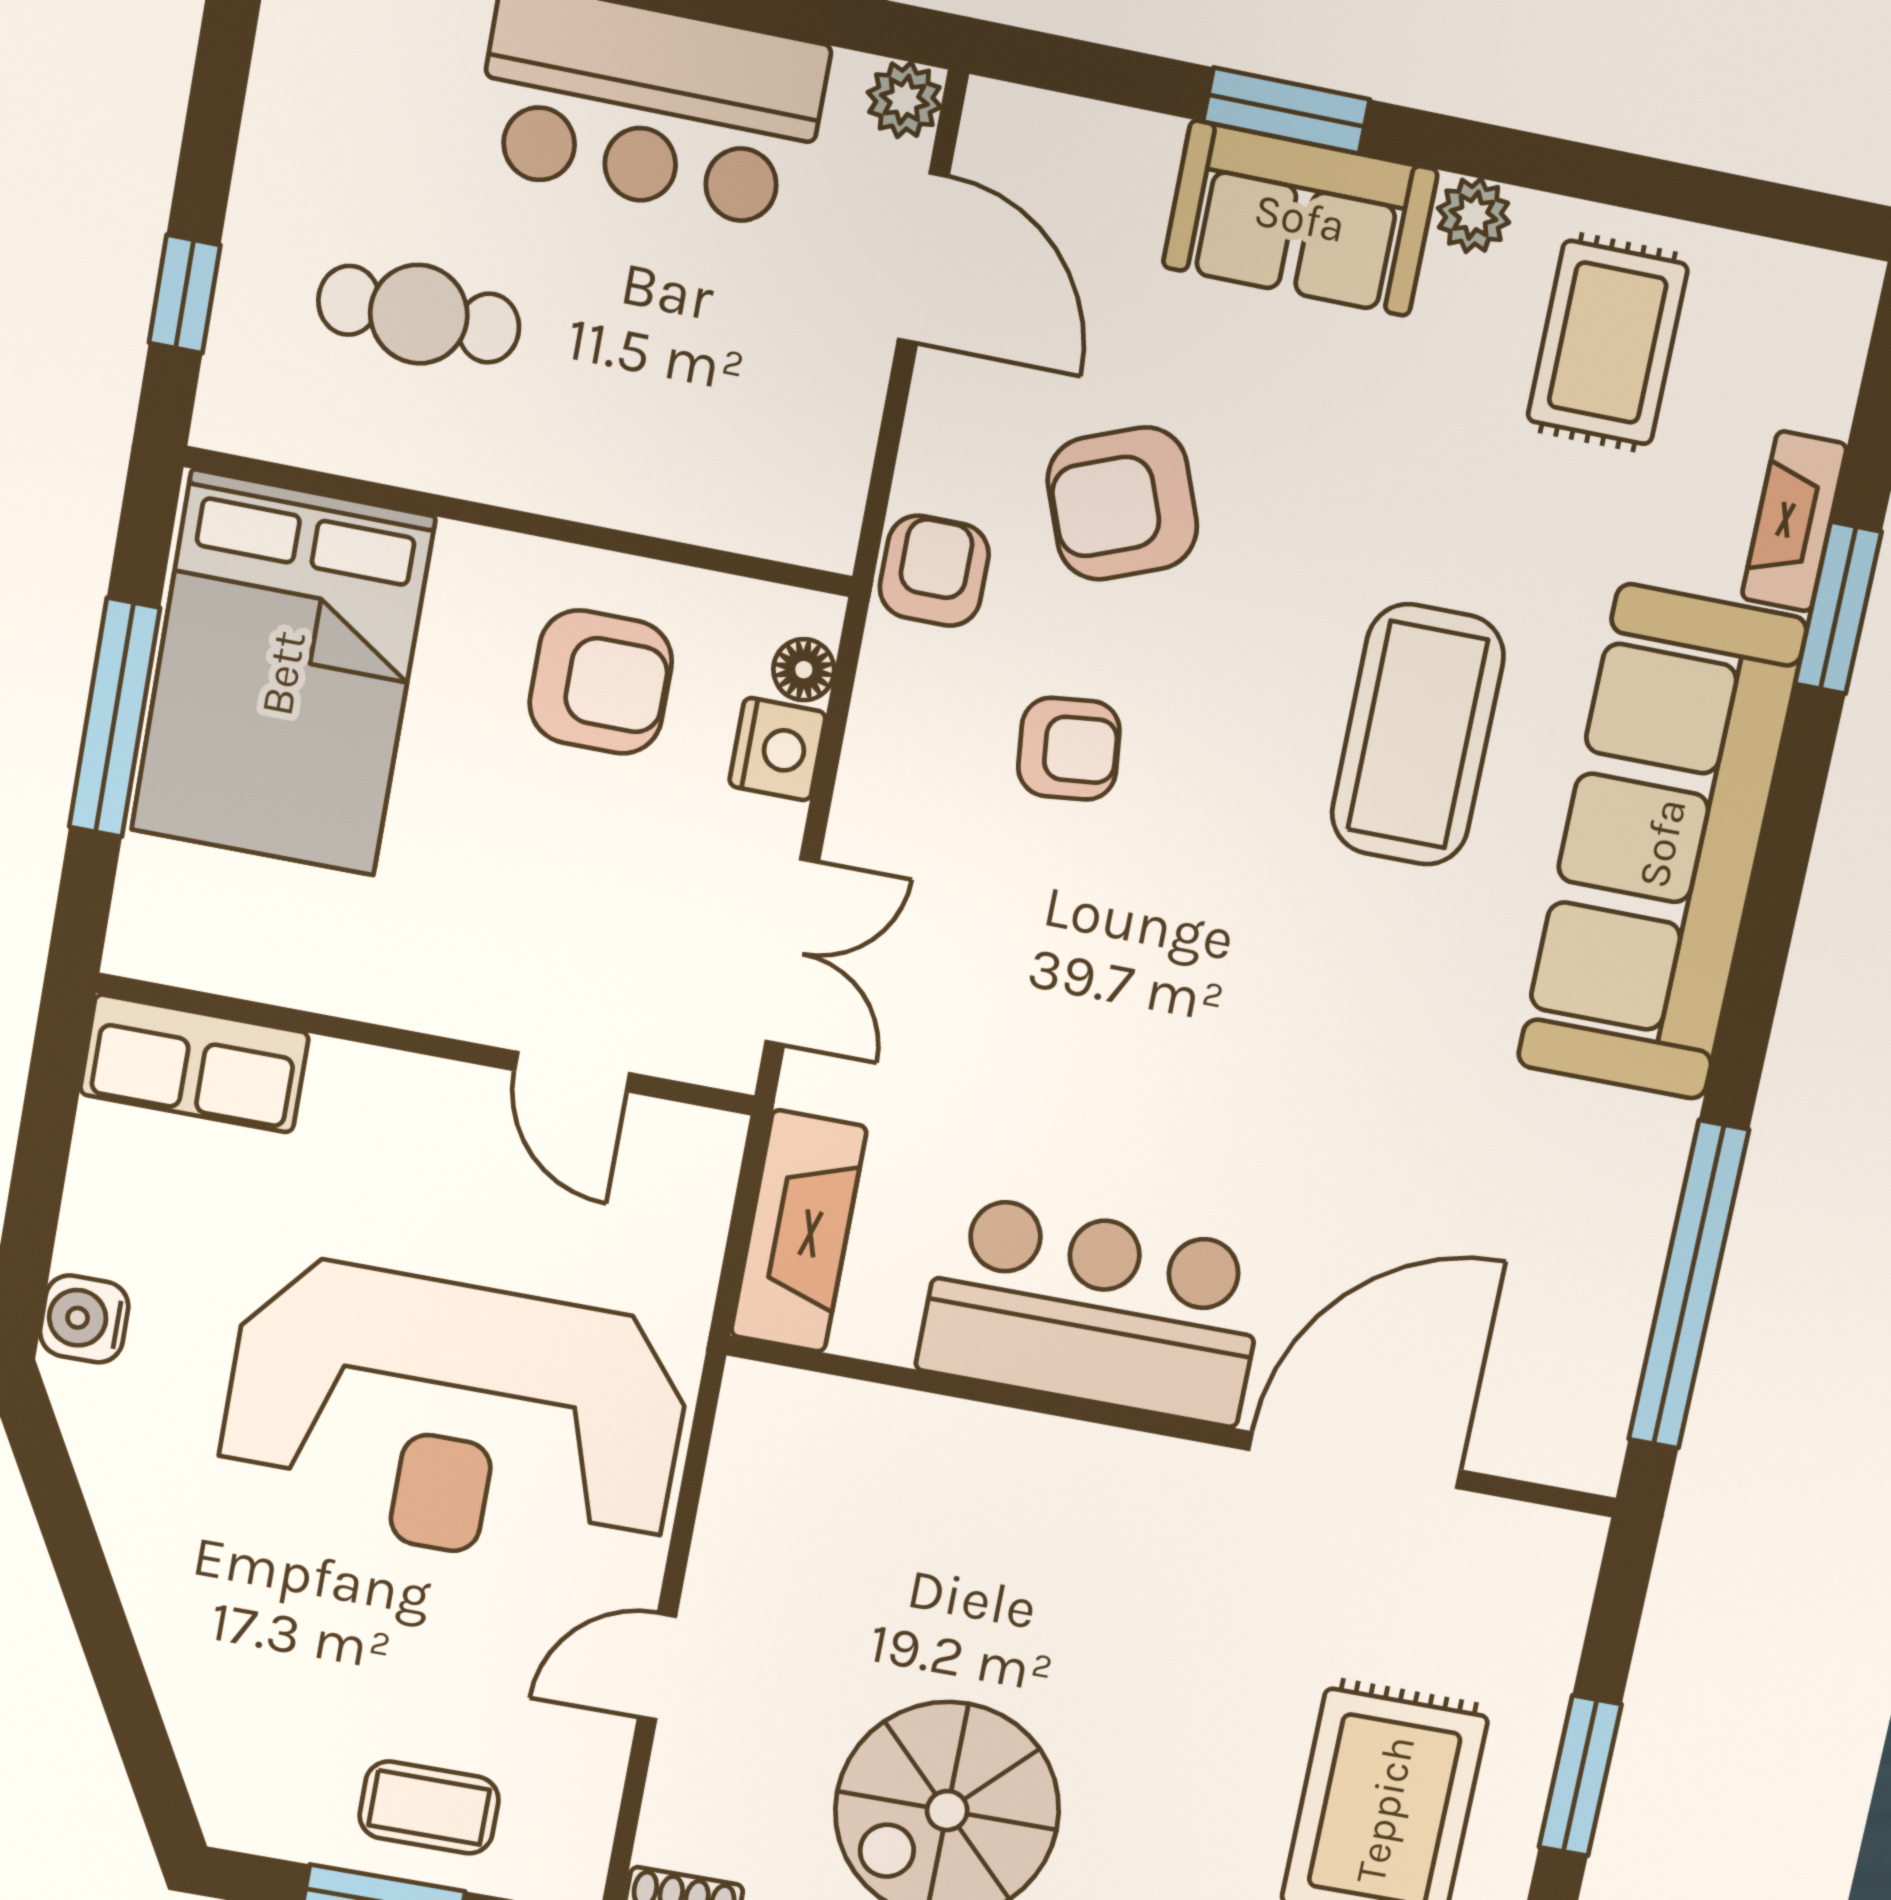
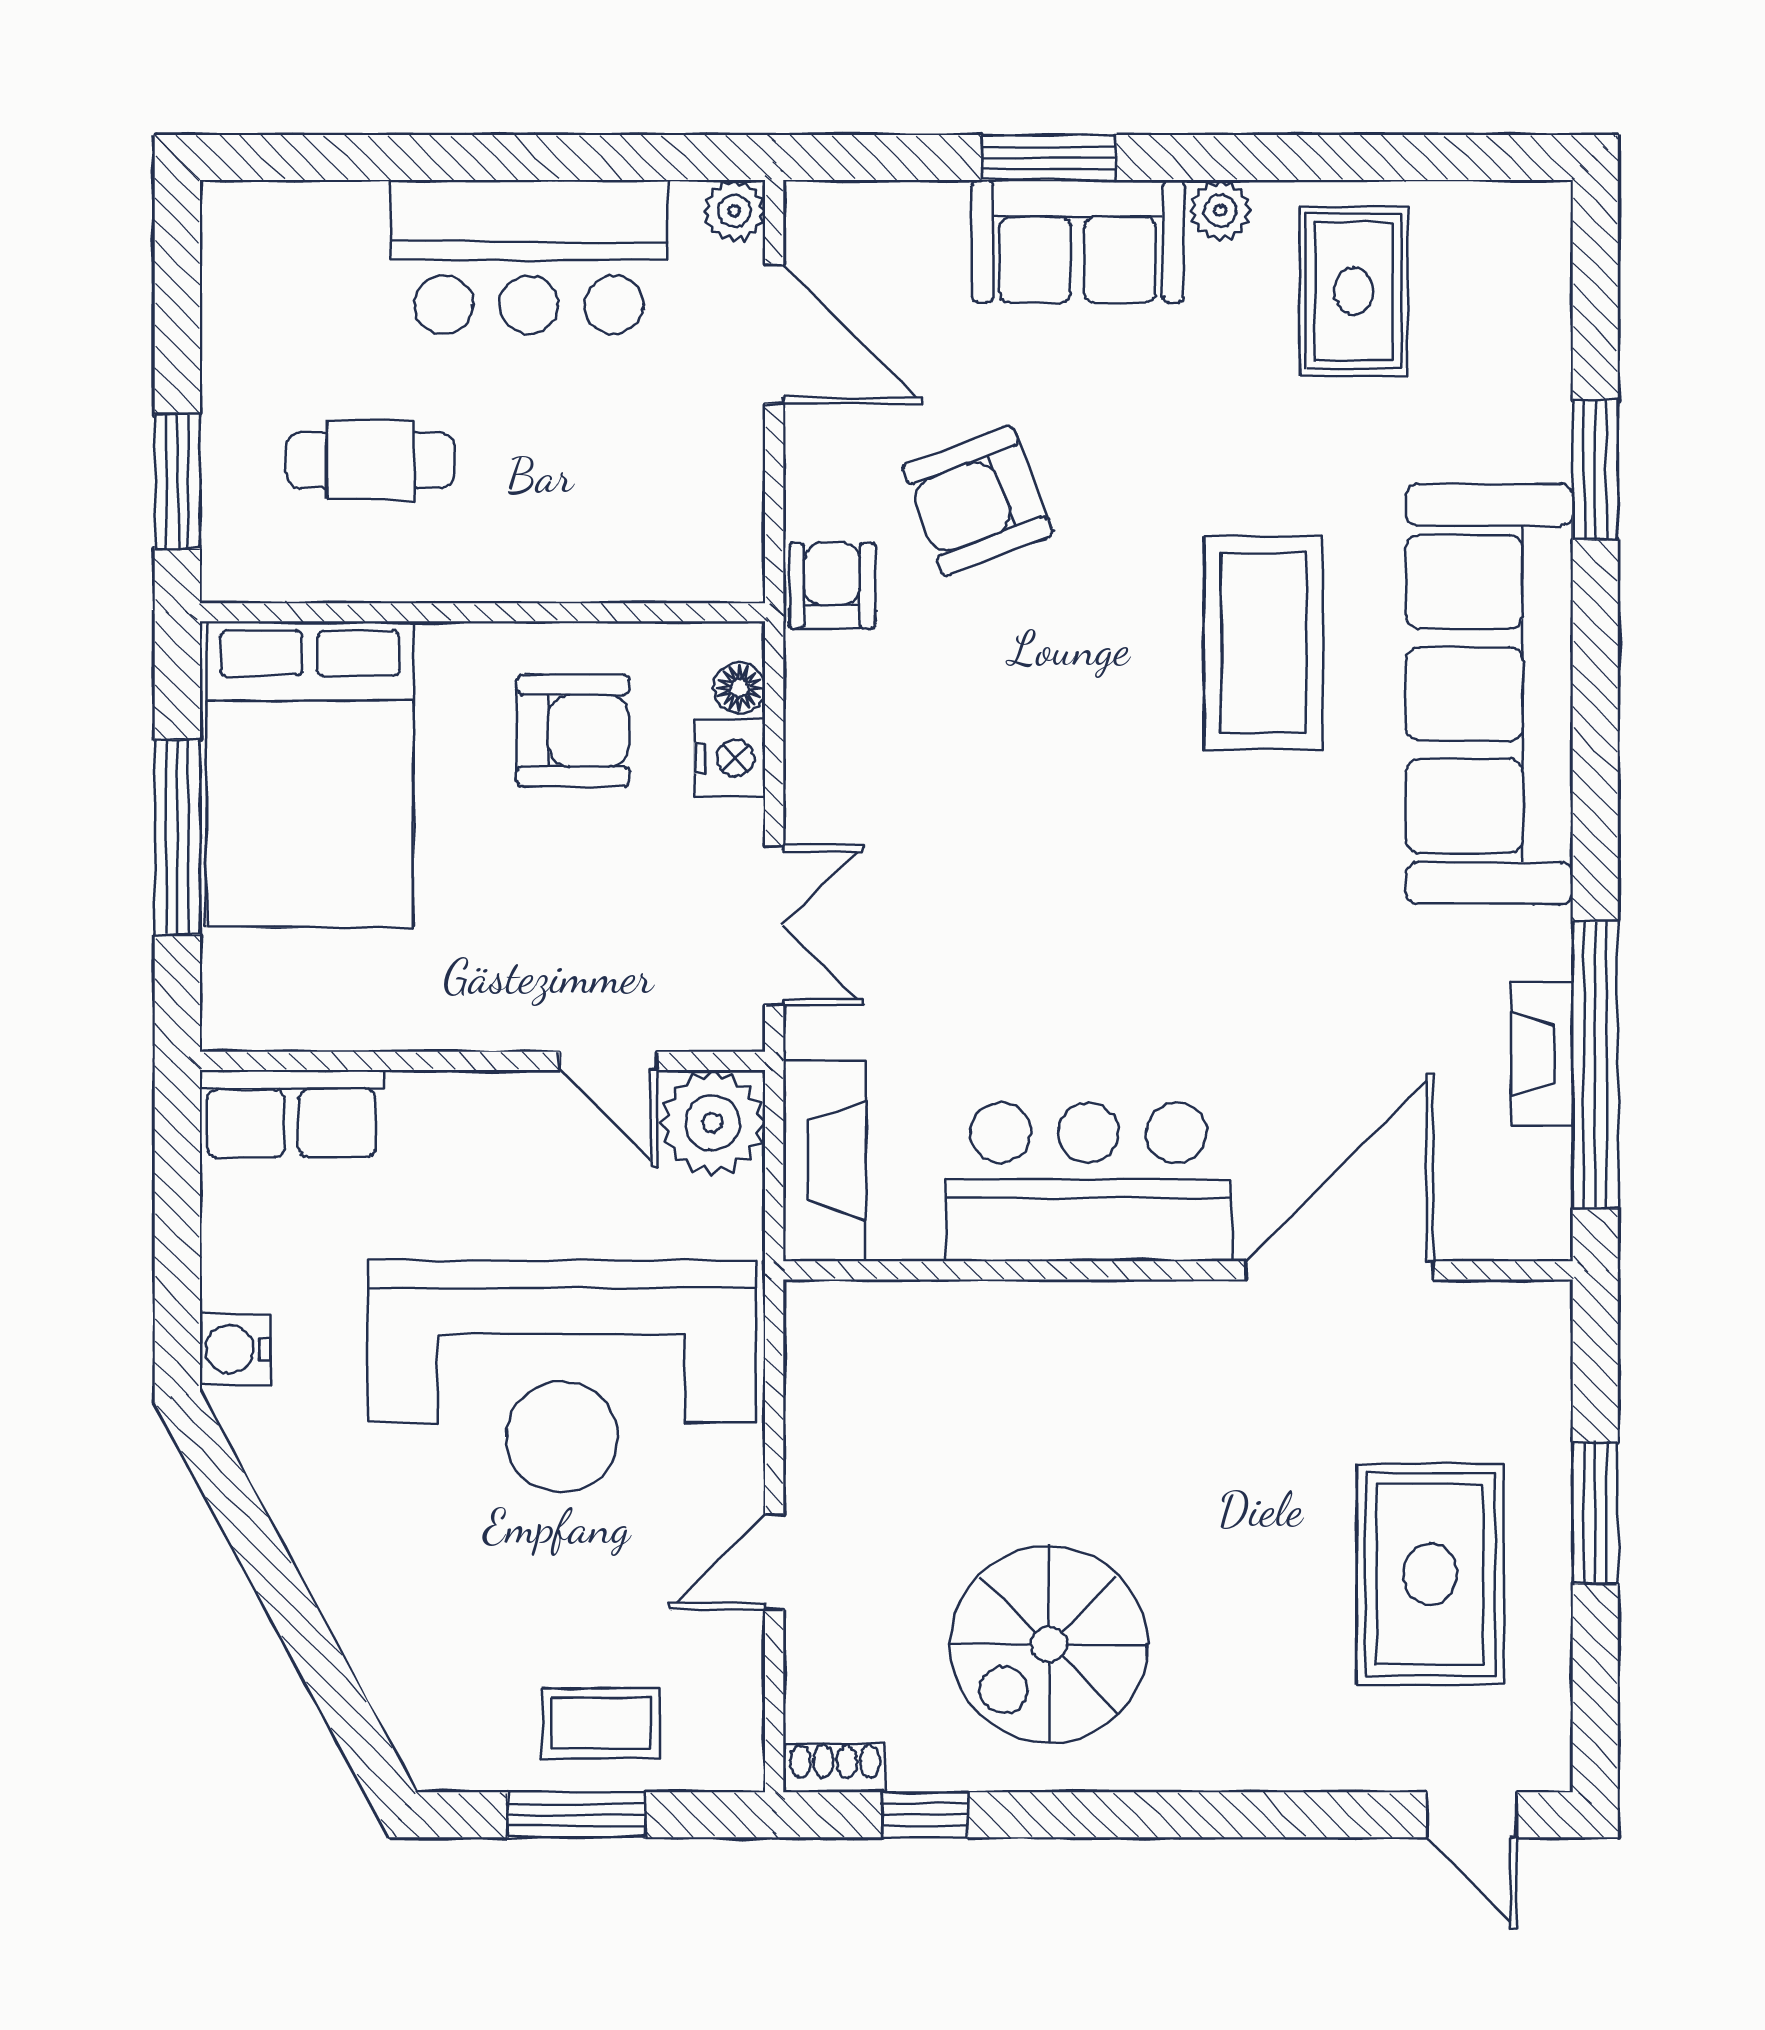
window: (185, 294) -> (177, 481), width x1.50
fireplace: (1794, 521) -> (1542, 1054), moved
armchair: (1069, 749) -> (973, 711), removed
plant: (679, 1164) -> (712, 1123), added

